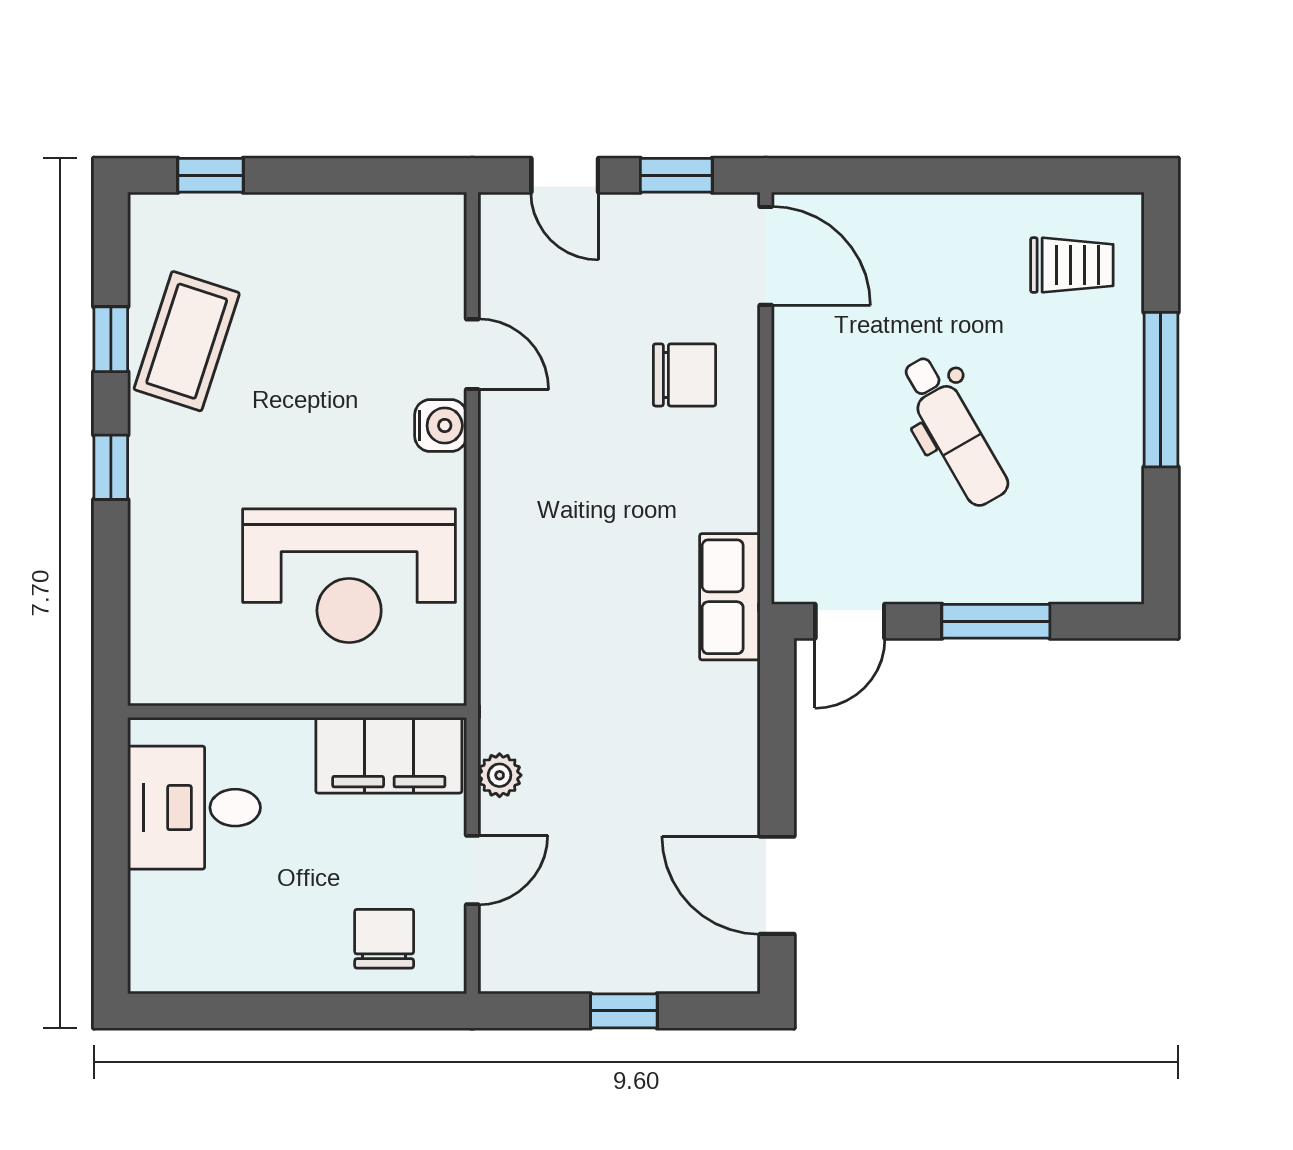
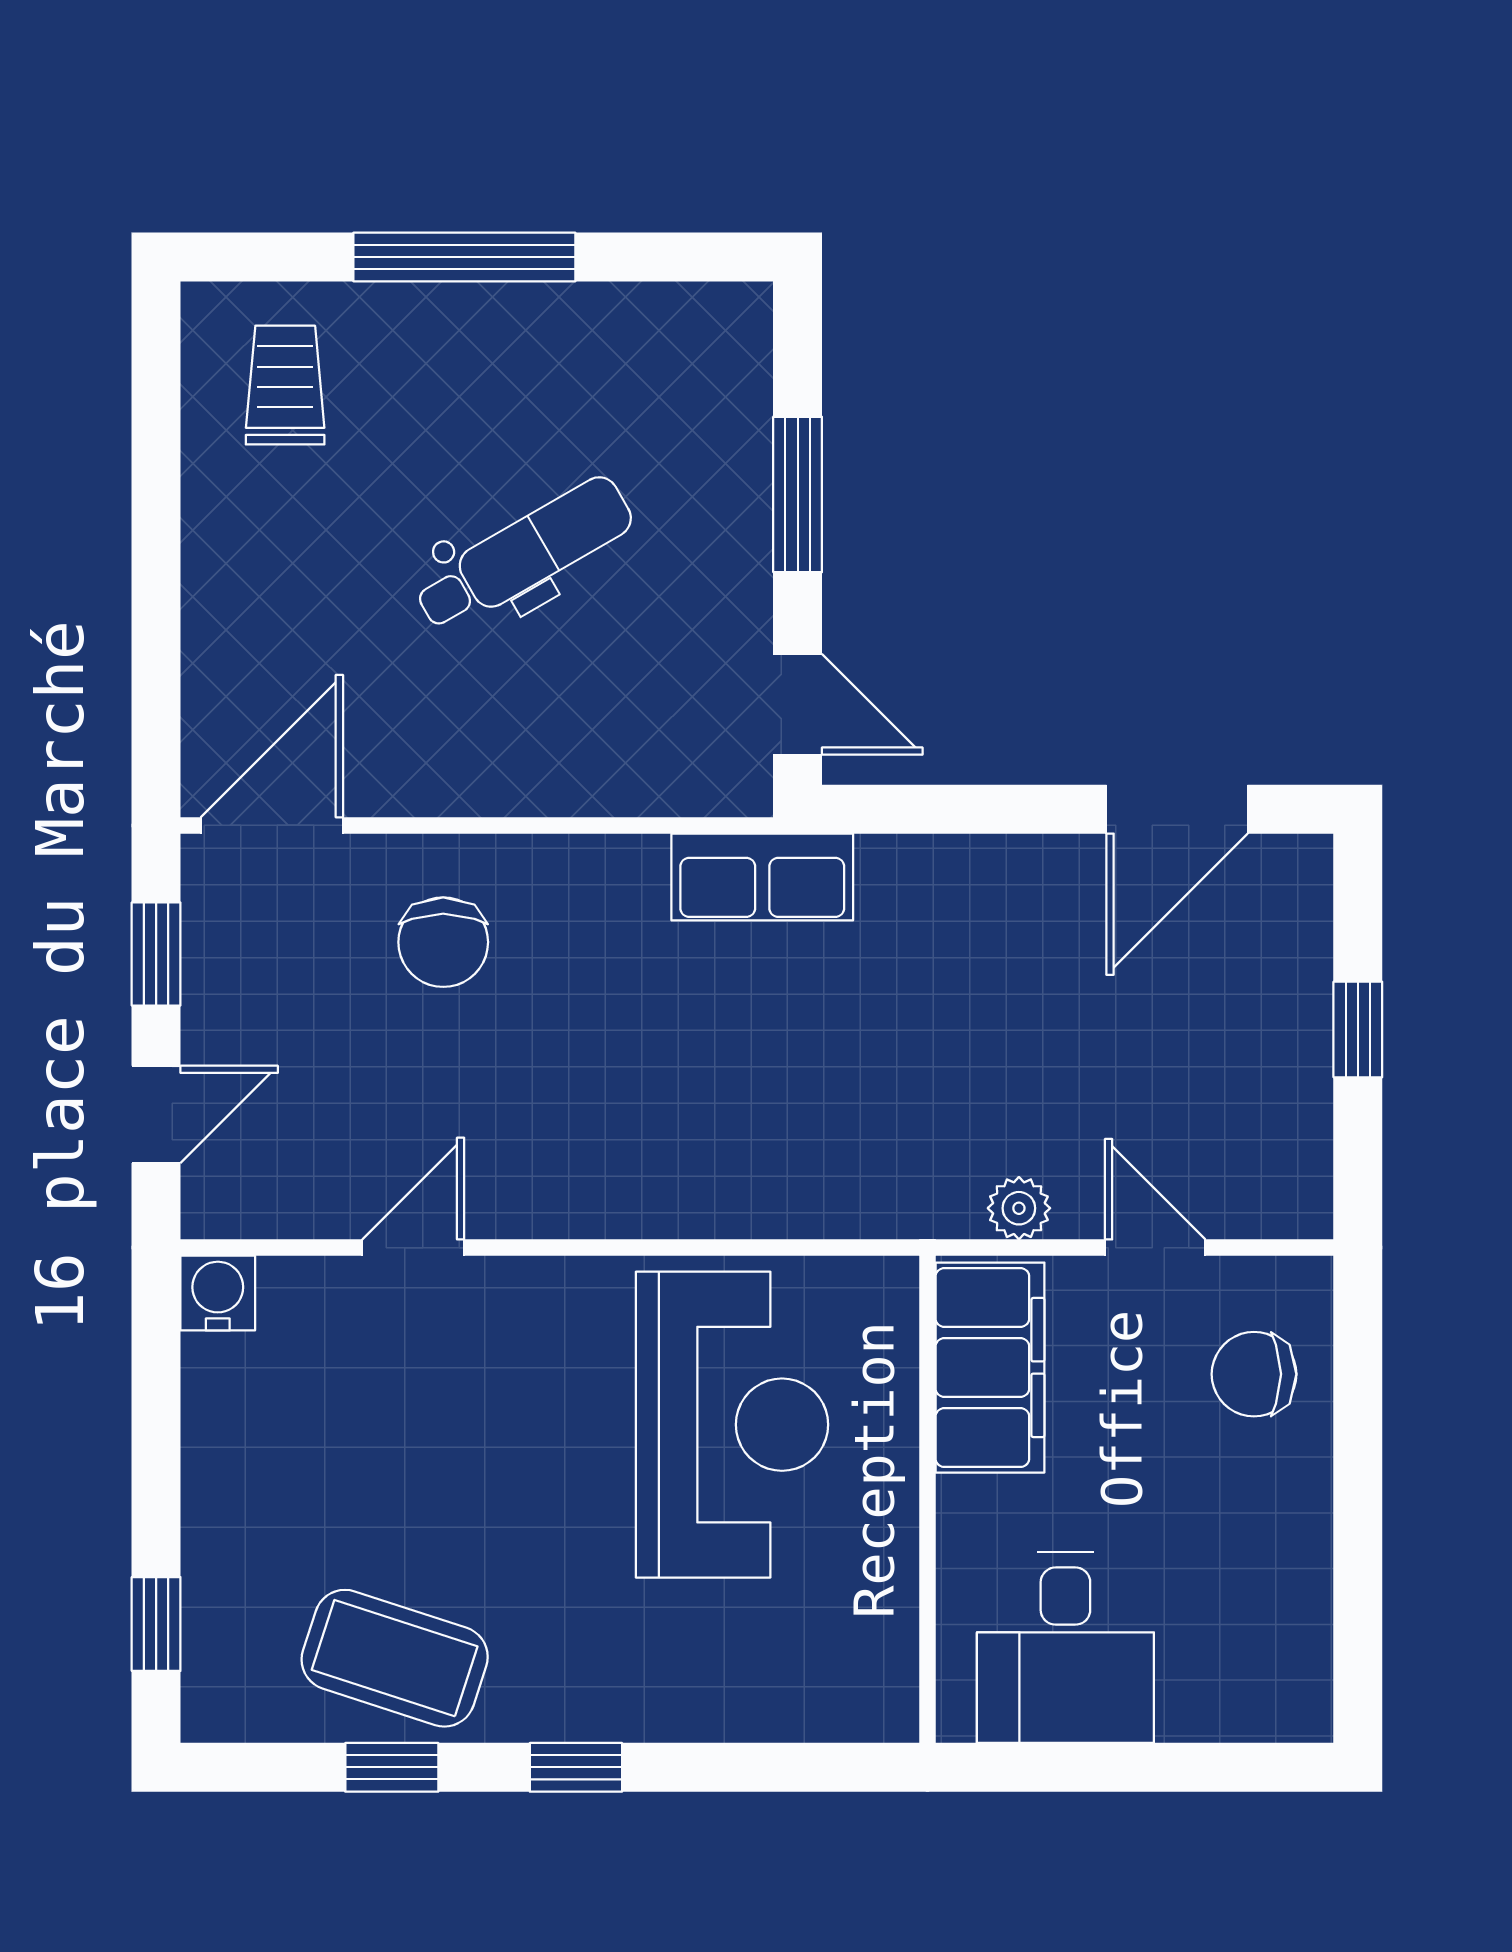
chair: (685, 375) -> (443, 942), turned 180
water cooler: (441, 426) -> (218, 1293), moved

